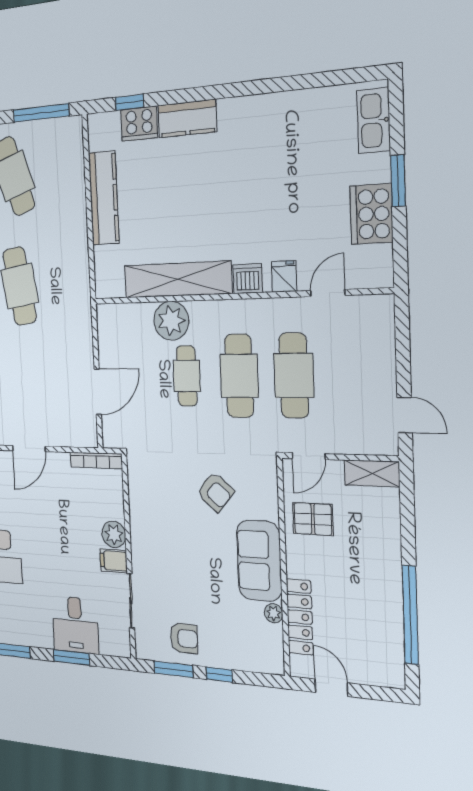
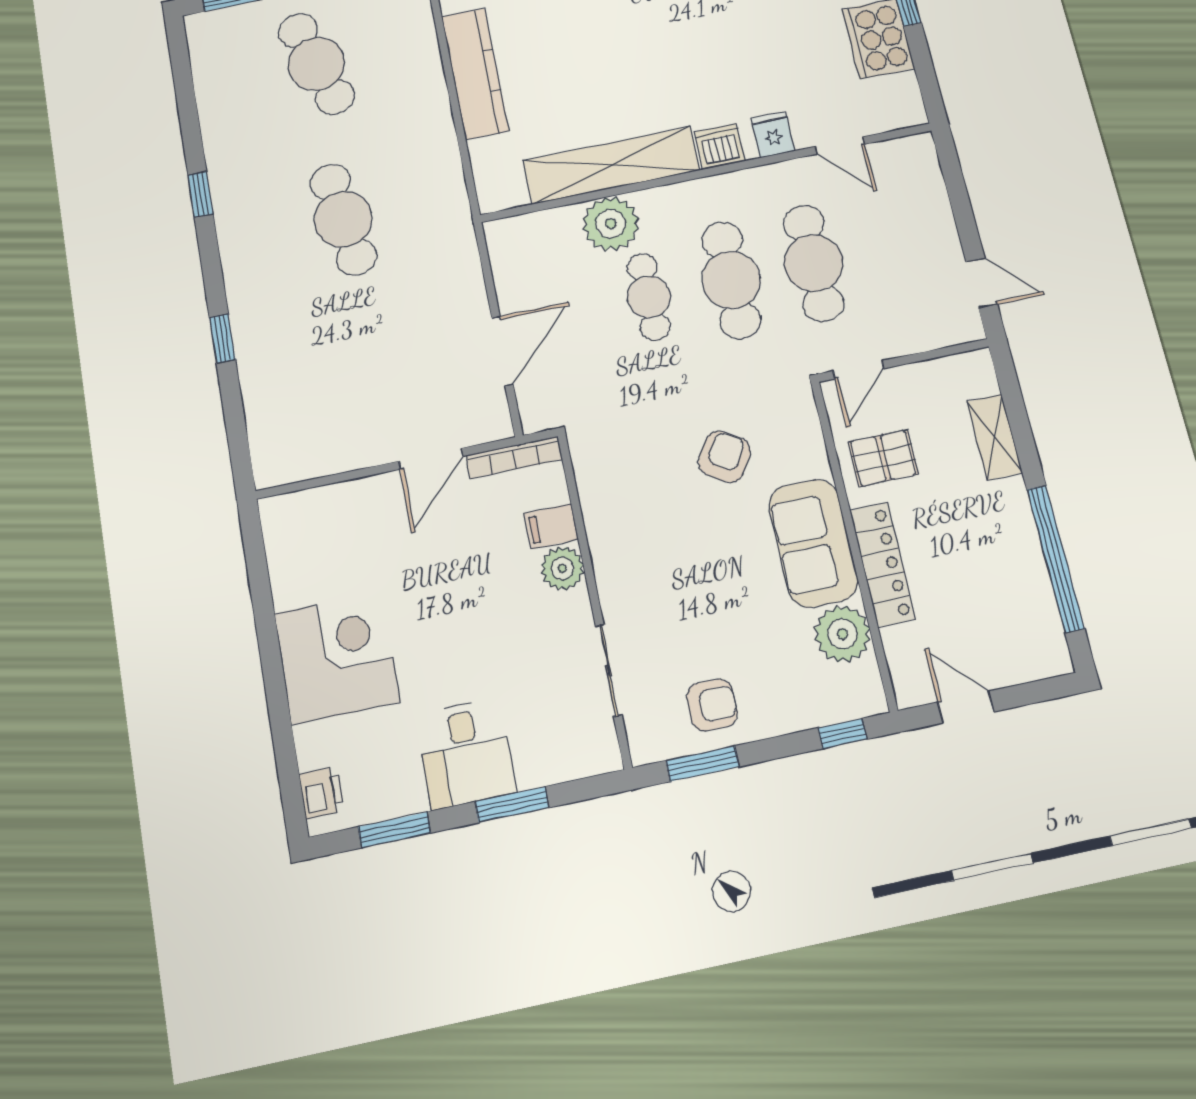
door: (328, 293) -> (840, 145), swing flipped
door: (29, 449) -> (431, 459), moved
shelving: (372, 473) -> (994, 437), moved, turned 90
armchair: (215, 492) -> (724, 457), turned -98
filing cabinet: (114, 561) -> (551, 526), moved
plant: (274, 613) -> (842, 634), width x1.88, depth x1.88
locker: (300, 617) -> (882, 564), moved
desk: (75, 625) -> (466, 753), moved
window: (219, 675) -> (843, 734), moved

